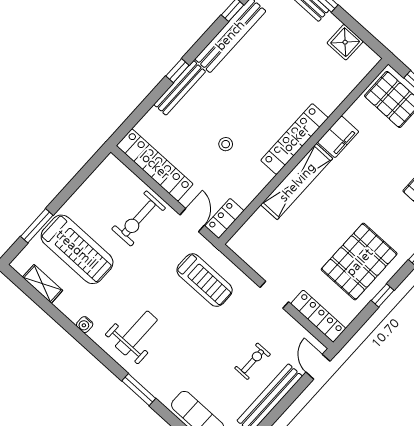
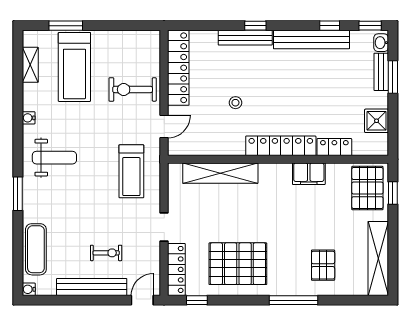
shelving: (297, 182) -> (220, 173), moved
locker: (224, 218) -> (334, 147), moved
window: (383, 295) -> (197, 300), moved

